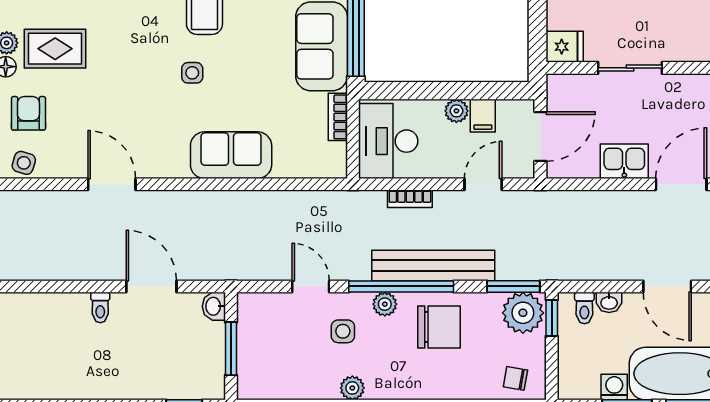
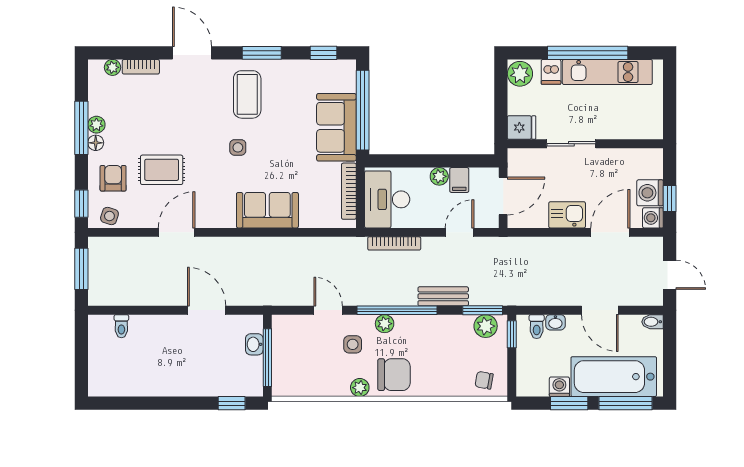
rug: (55, 49) -> (162, 170), moved
bookcase: (338, 117) -> (349, 191), width x1.56
door: (112, 184) -> (177, 232), hinge flipped
bookcase: (410, 199) -> (394, 243), width x1.56
bench: (433, 266) -> (443, 296), width x0.54, depth x0.82
washbasin: (214, 306) -> (254, 344), moved
toilet: (100, 307) -> (121, 326), moved
plant: (523, 313) -> (486, 326), width x0.73, depth x0.73
chair: (439, 327) -> (394, 375), moved
window: (231, 349) -> (267, 358), width x1.44

